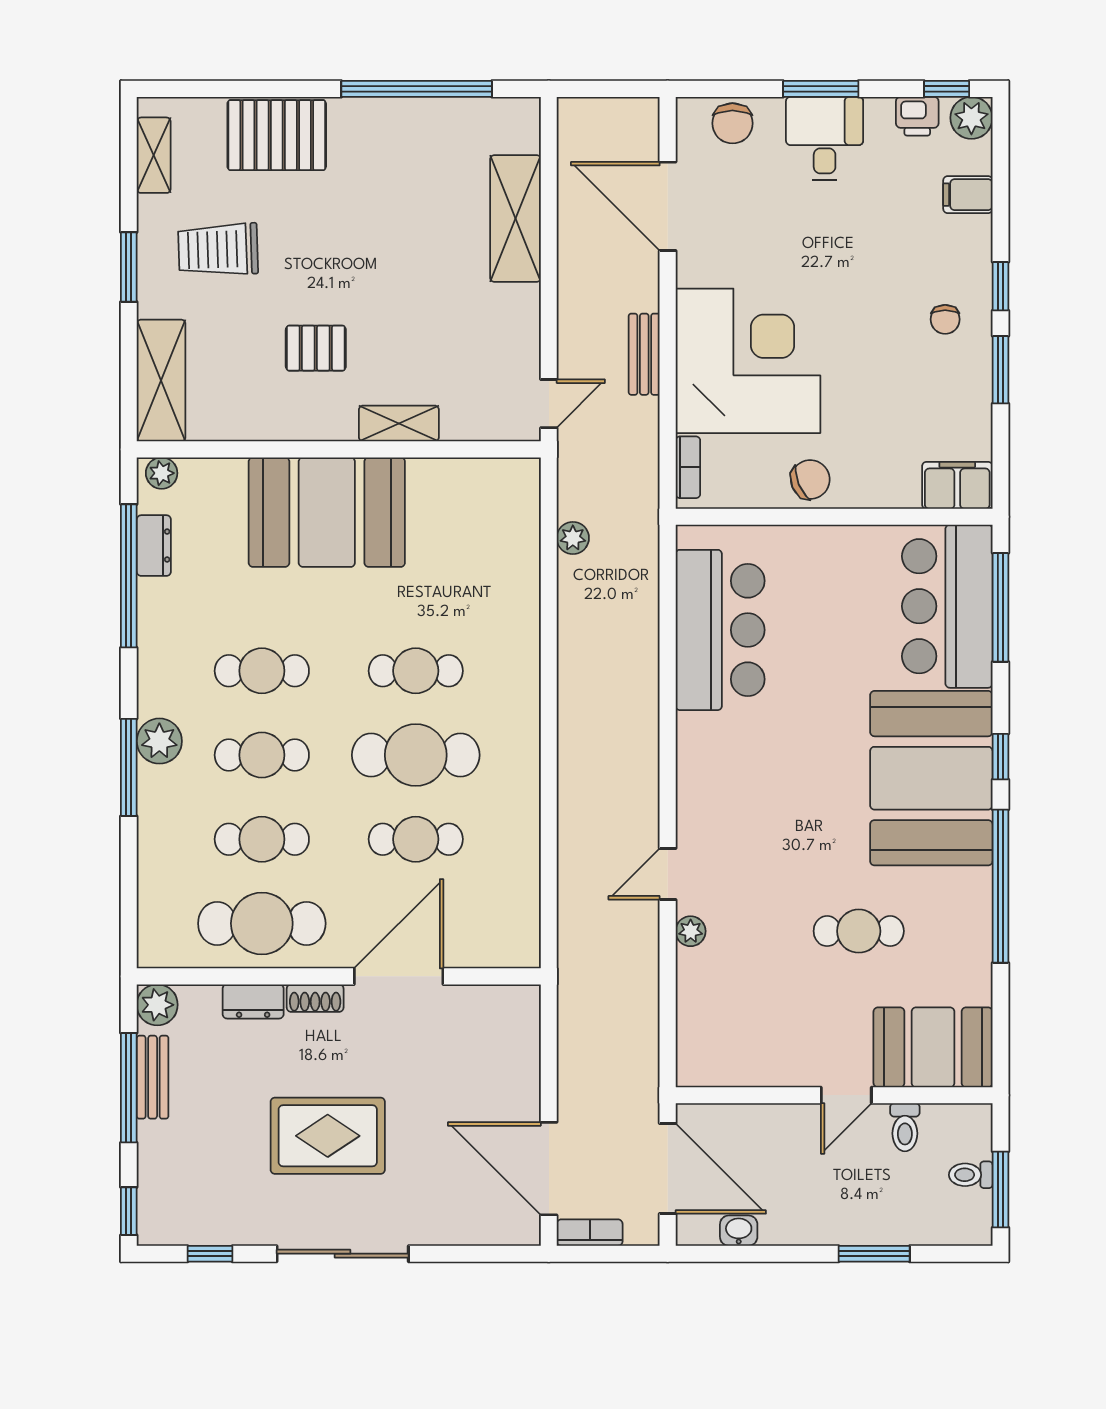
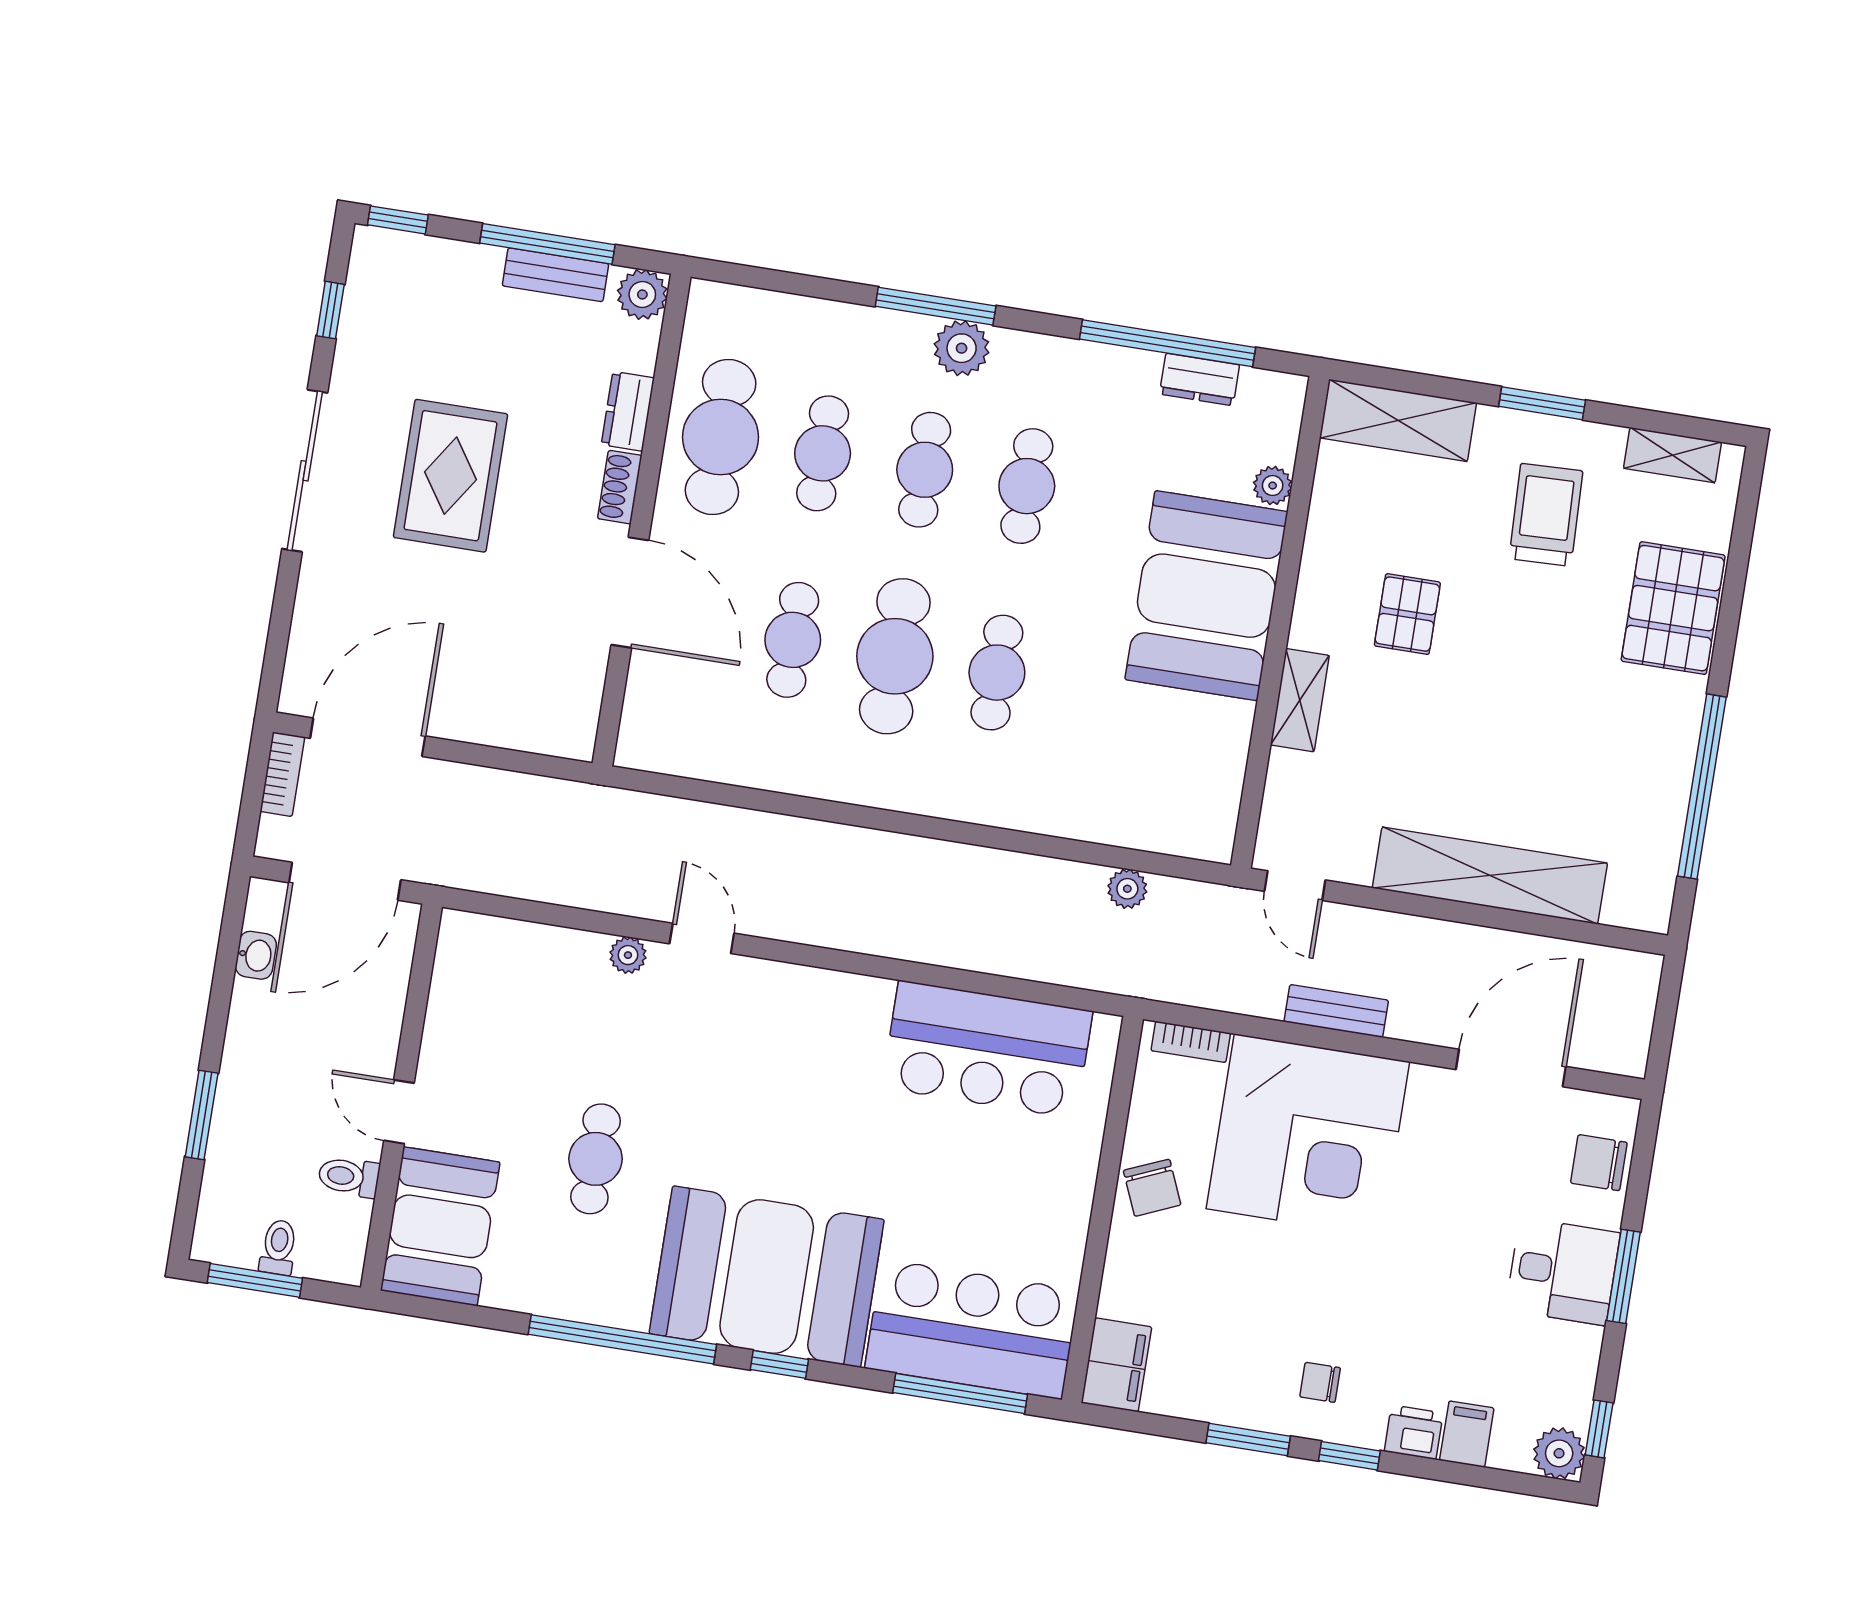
printer: (917, 116) -> (1414, 1432), moved, turned 90
shelving: (515, 218) -> (1490, 876), width x1.47
plant: (162, 473) -> (1273, 486), moved

